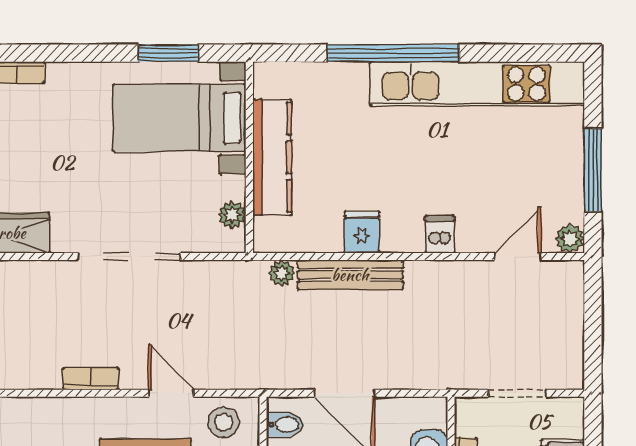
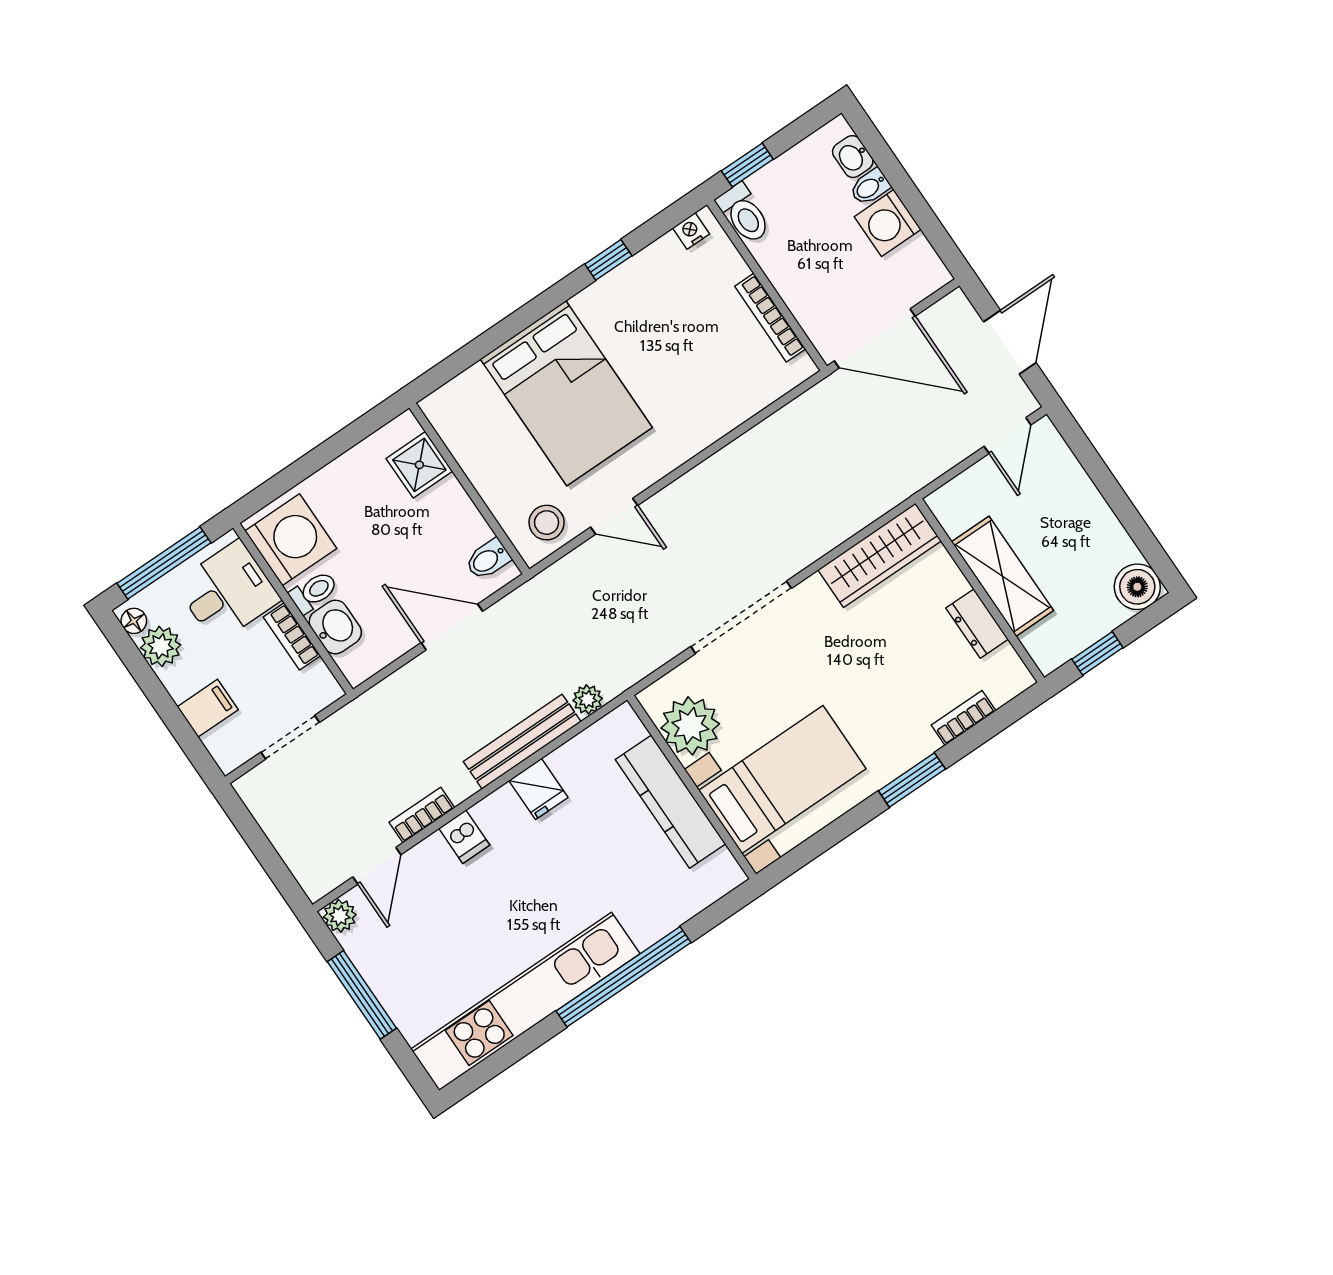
window: (168, 53) -> (912, 780), moved
plant: (232, 215) -> (690, 726), width x1.88, depth x1.88
bookcase: (91, 379) -> (422, 815), moved, turned 180

